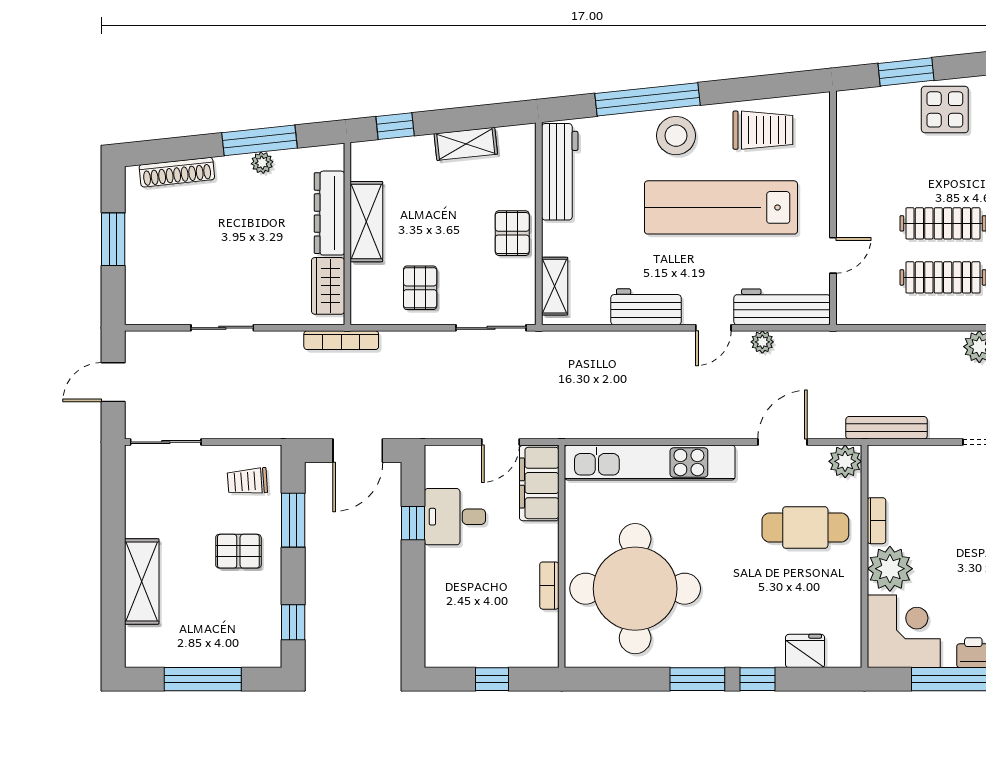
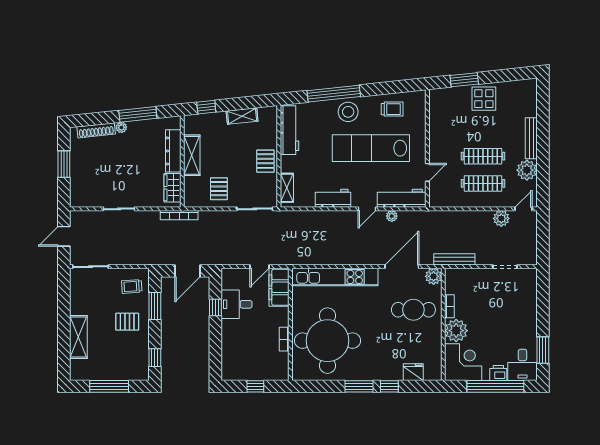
trolley: (763, 130) -> (392, 109), width x0.73, depth x0.72
plant: (262, 163) -> (121, 127), moved
door: (782, 442) -> (402, 267), width x1.36

